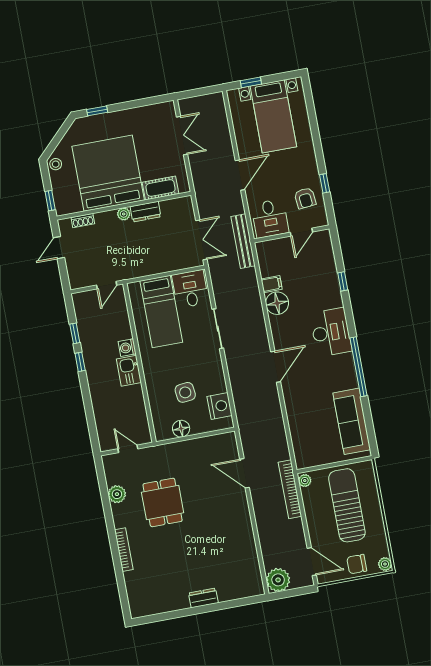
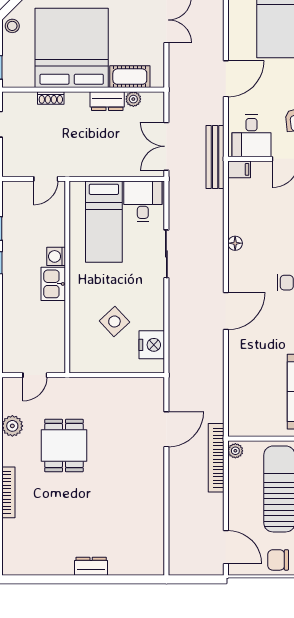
plant: (124, 214) -> (133, 99), moved
shoe rack: (83, 221) -> (51, 98), moved
double door: (201, 240) -> (166, 146), swing flipped
filing cabinet: (272, 284) -> (239, 169), moved
floor lamp: (277, 303) -> (235, 243), width x0.53, depth x0.53
side table: (185, 392) -> (114, 322), turned -37
floor lamp: (181, 429) -> (102, 363), removed
door: (128, 449) -> (35, 375), swing flipped
door: (245, 473) -> (166, 429), swing flipped
plant: (278, 580) -> (183, 561), removed

